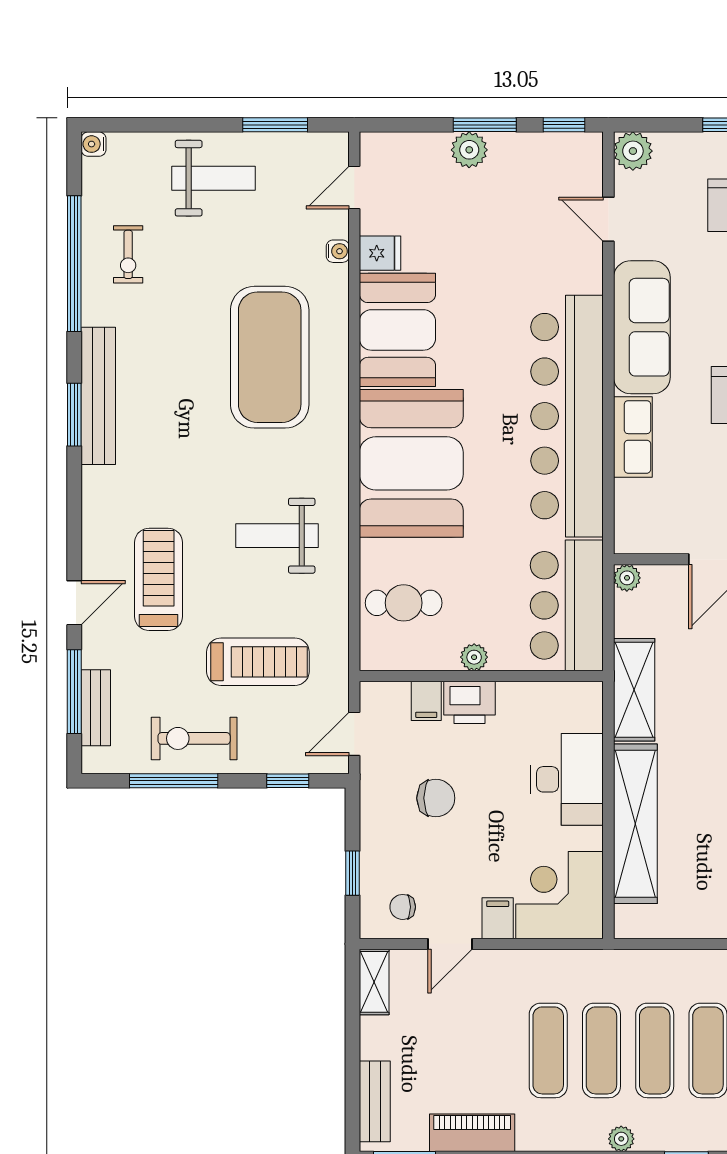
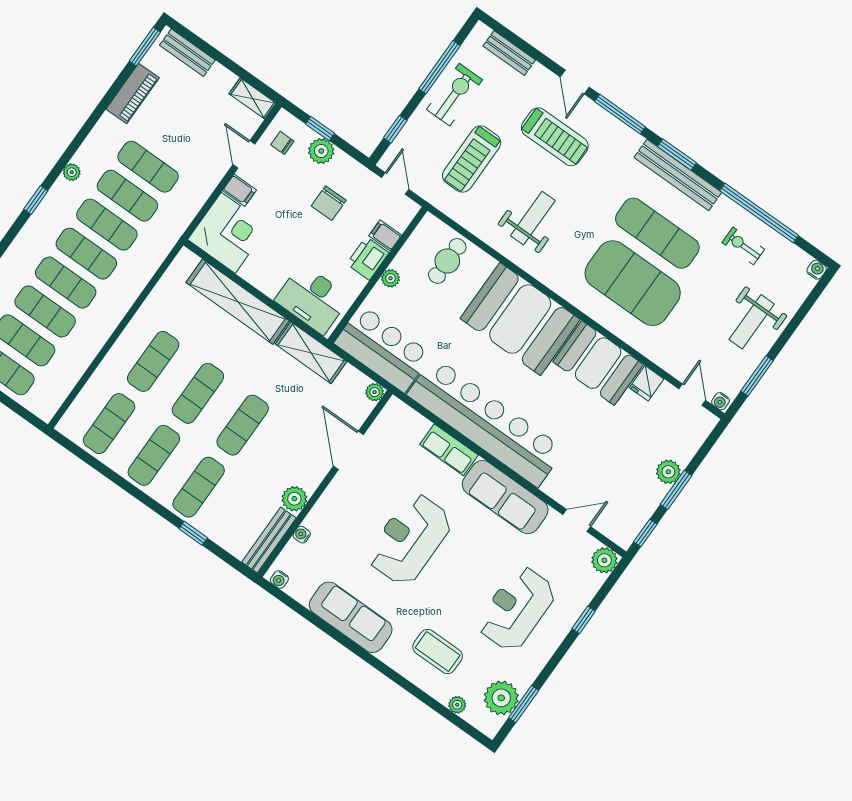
water cooler: (338, 251) -> (721, 401), moved
exercise mat: (187, 370) -> (657, 233), added
window: (74, 692) -> (620, 114), moved
desk: (567, 779) -> (312, 299), moved
plant: (379, 852) -> (321, 151), added
chair: (403, 907) -> (282, 143), turned -90

